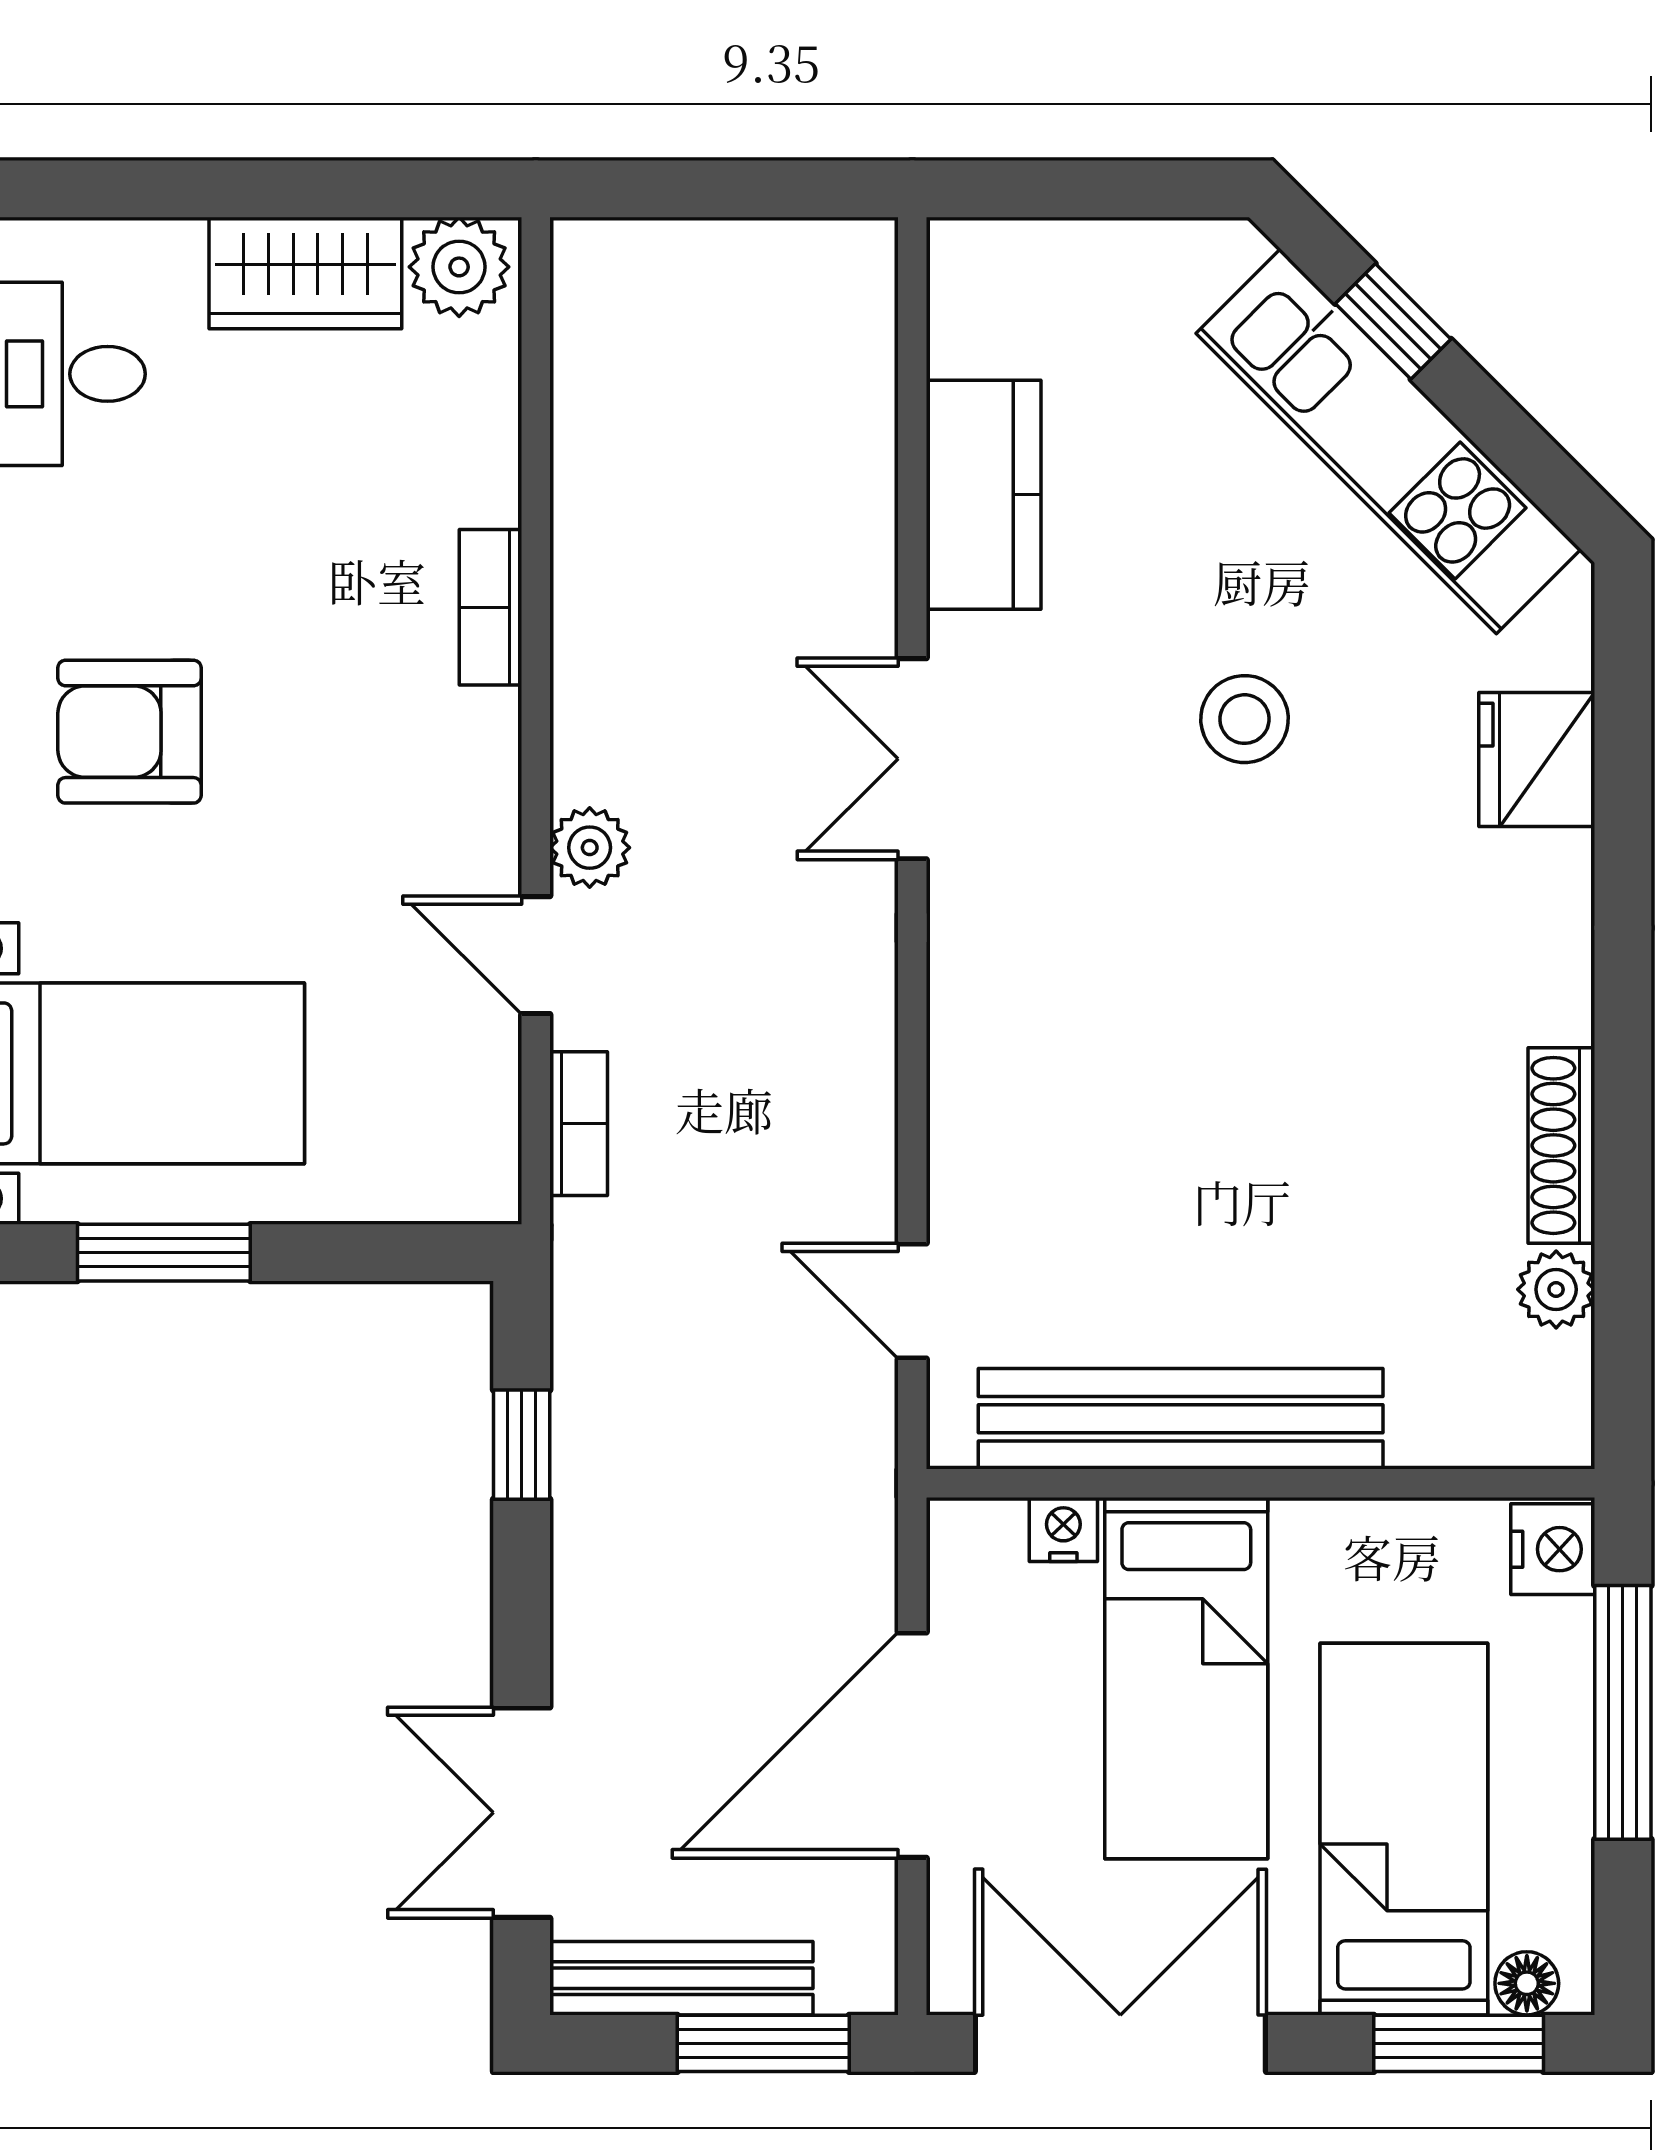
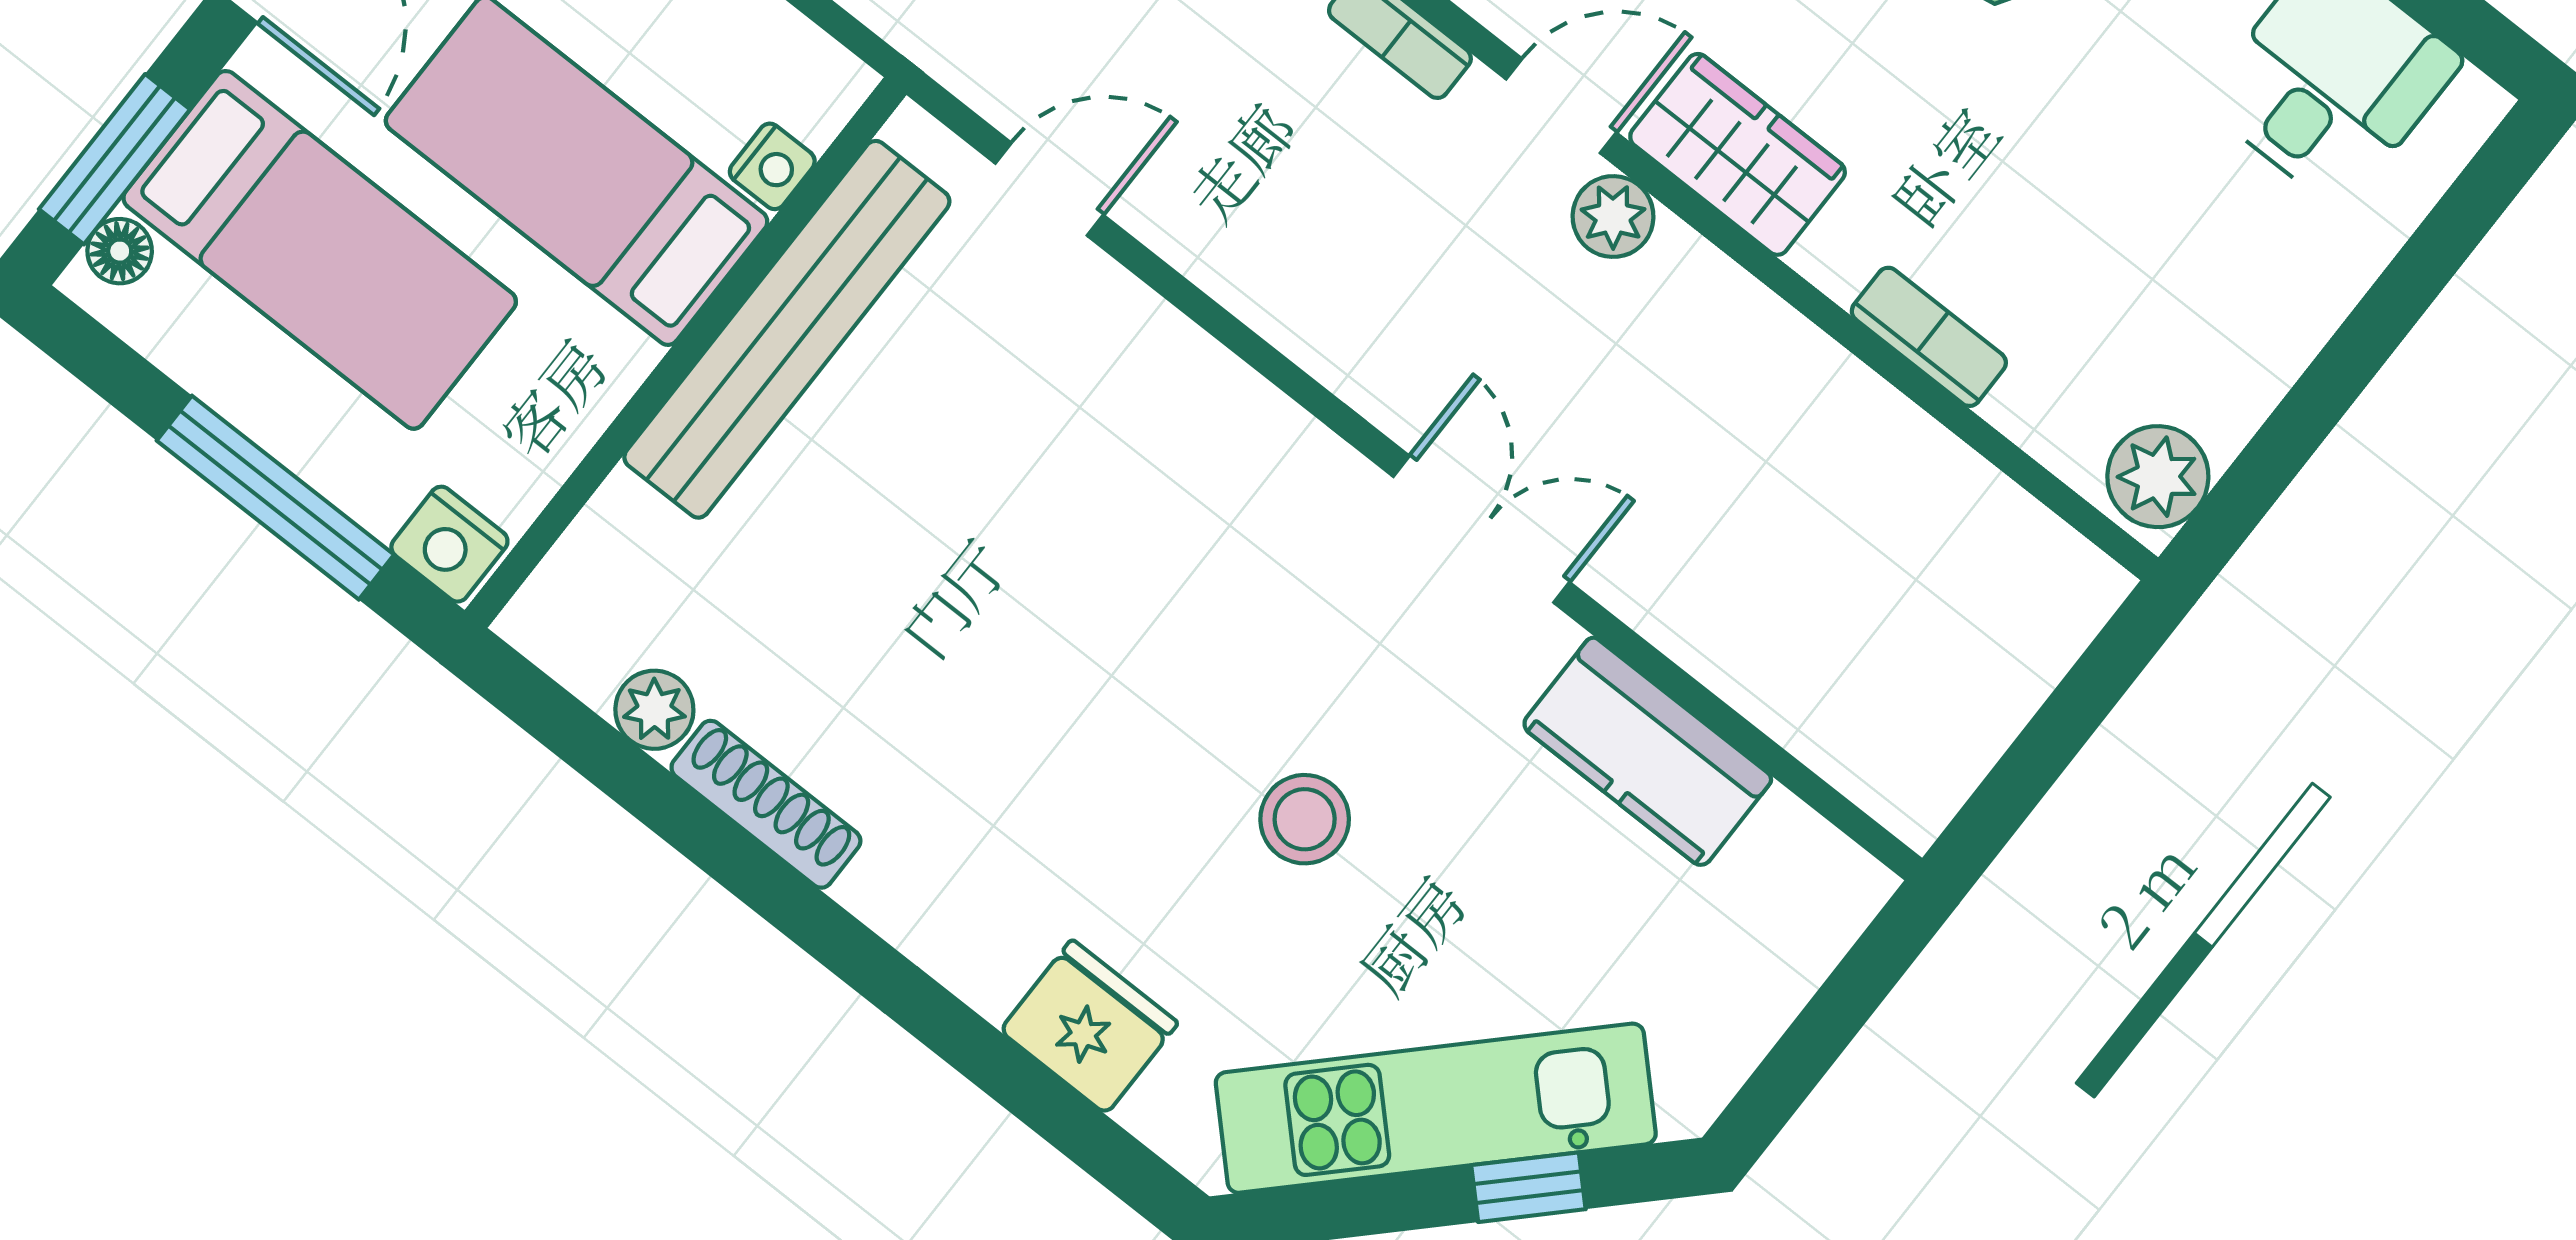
wardrobe: (305, 273) -> (1738, 154), moved, turned 90
bookcase: (490, 607) -> (1929, 337), moved

